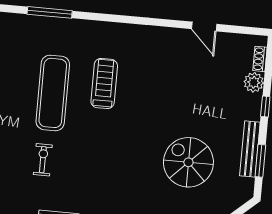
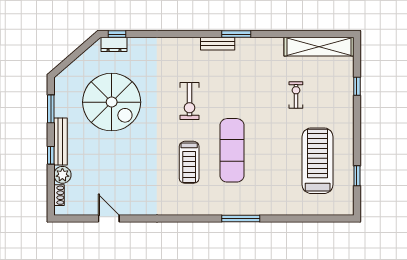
bench: (250, 149) -> (60, 141), moved
exercise bike: (43, 160) -> (190, 101), moved, width x1.38, depth x1.39
spiral stairs: (188, 162) -> (112, 102), width x1.37, depth x1.37

